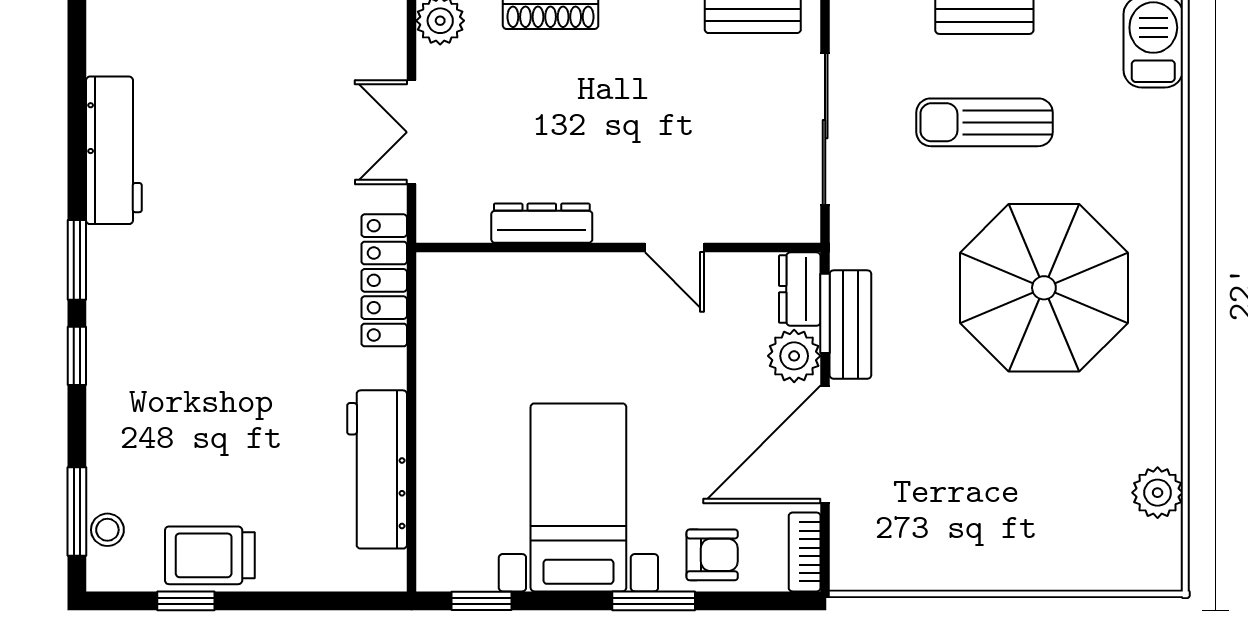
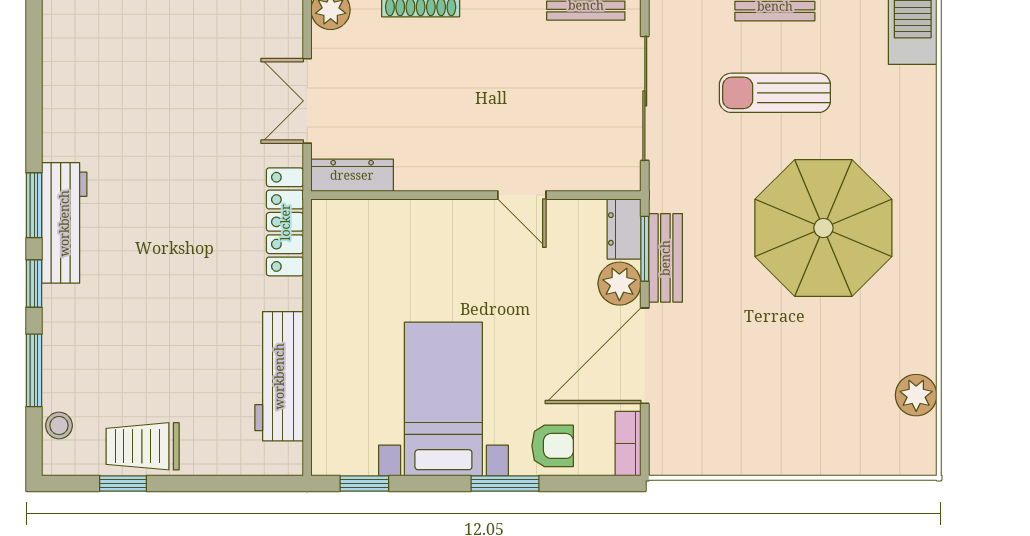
workbench: (114, 150) -> (64, 223), moved
dresser: (542, 223) -> (352, 175), moved
window: (77, 512) -> (34, 370), moved

